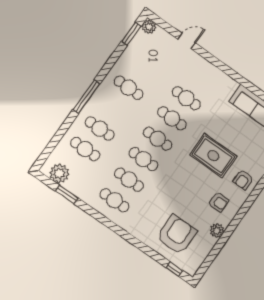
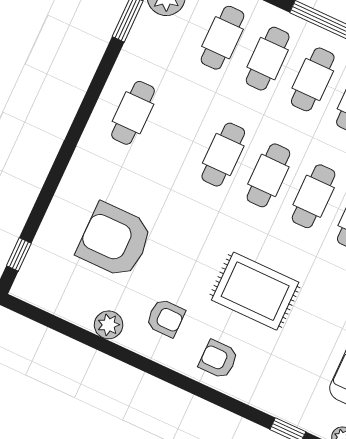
rug: (213, 156) -> (255, 291), turned 90
cafe table: (129, 180) -> (313, 79), moved
armchair: (218, 202) -> (166, 318), turned -90
armchair: (177, 235) -> (115, 240), moved, turned 180

